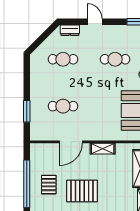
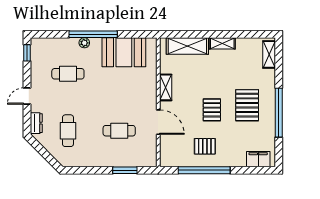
cafe table: (115, 59) -> (68, 74), turned 90
cafe table: (63, 106) -> (119, 131), turned 90
pallet: (82, 191) -> (212, 110), width x0.67, depth x0.71

